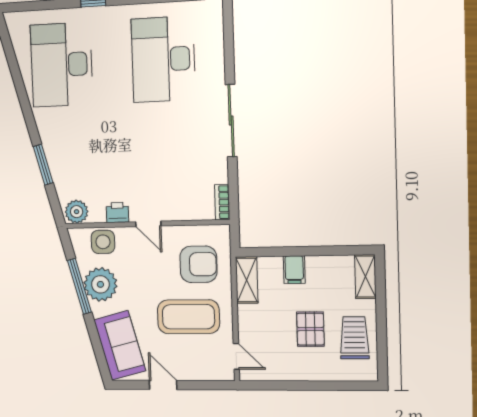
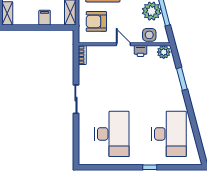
sliding door: (231, 121) -> (76, 99), width x0.73

